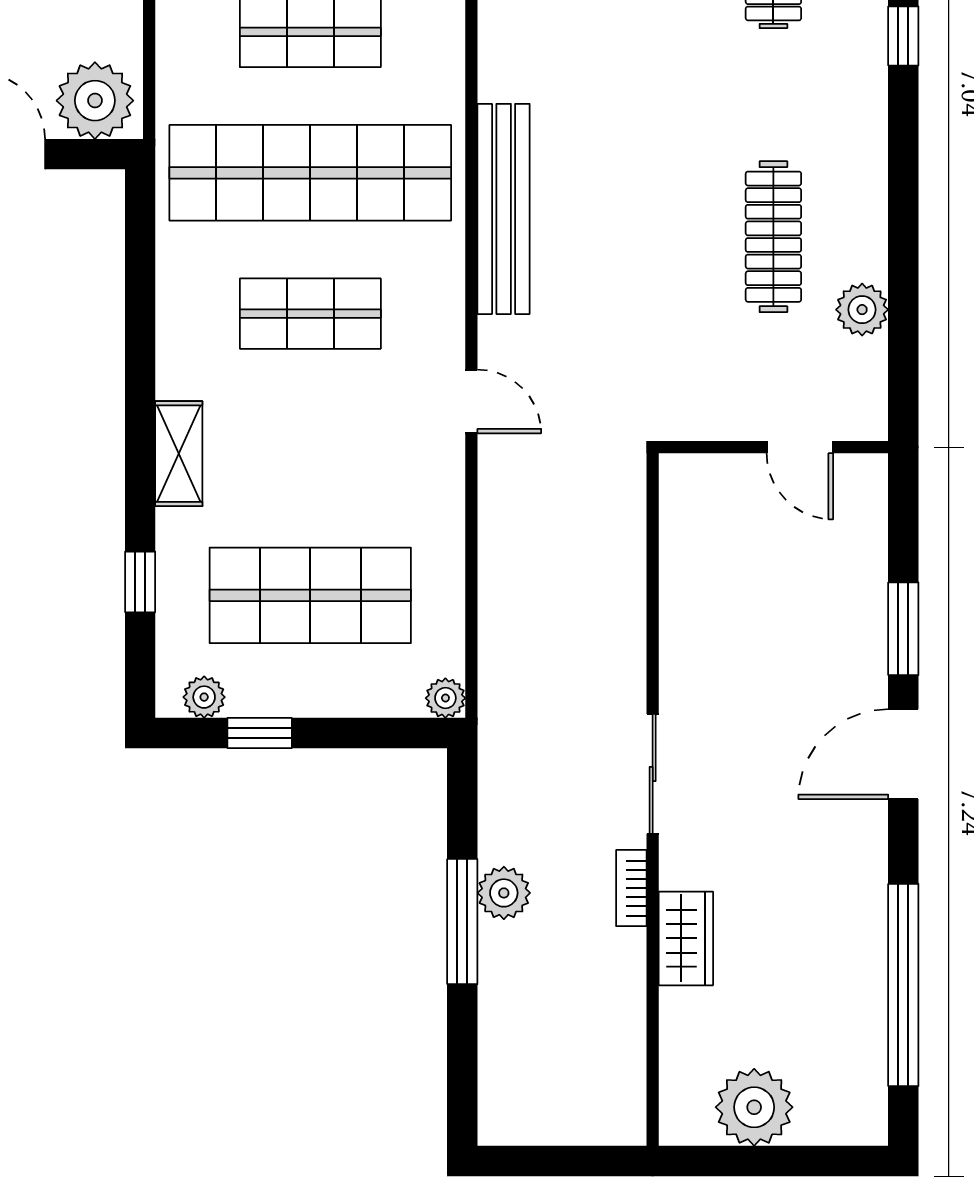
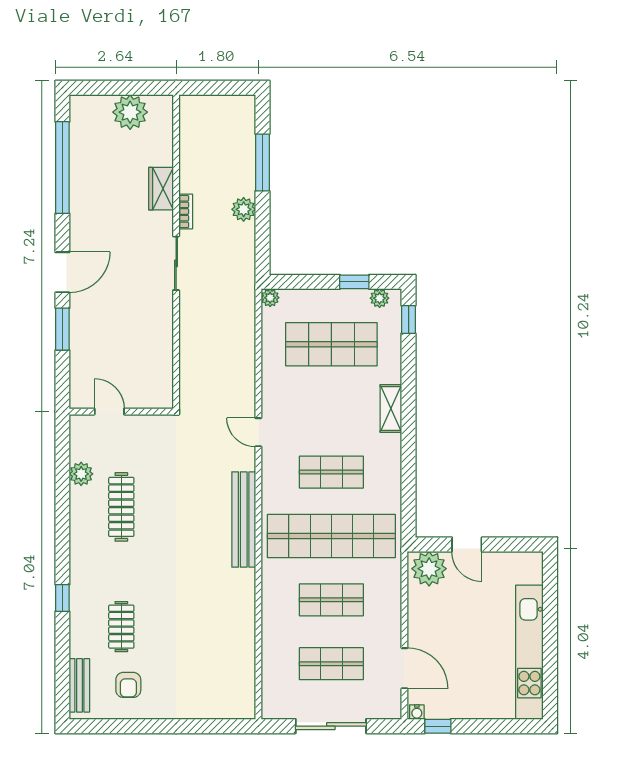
window: (140, 582) -> (409, 320), moved
window: (462, 922) -> (262, 162), moved

